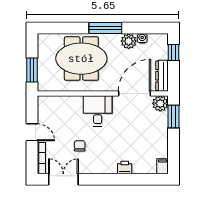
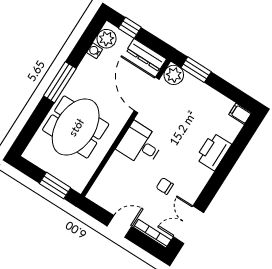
plant: (129, 41) -> (106, 39), moved
printer: (125, 167) -> (213, 152), width x1.87, depth x1.48

